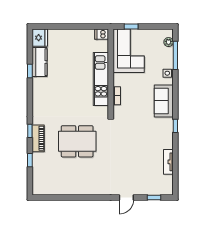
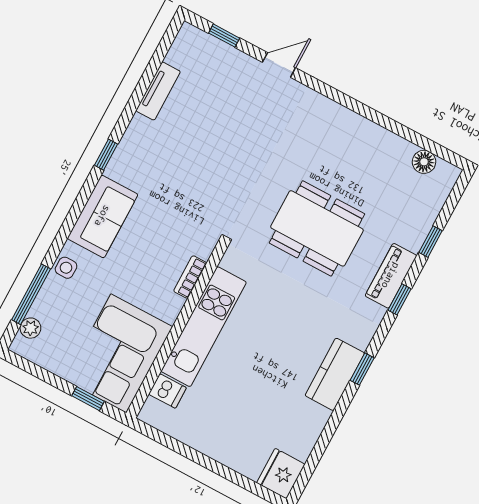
dishwasher: (102, 34) -> (167, 391), moved
kitchen counter: (39, 62) -> (335, 374), moved
window: (30, 71) -> (362, 369), moved
floor lamp: (49, 190) -> (424, 162), added

